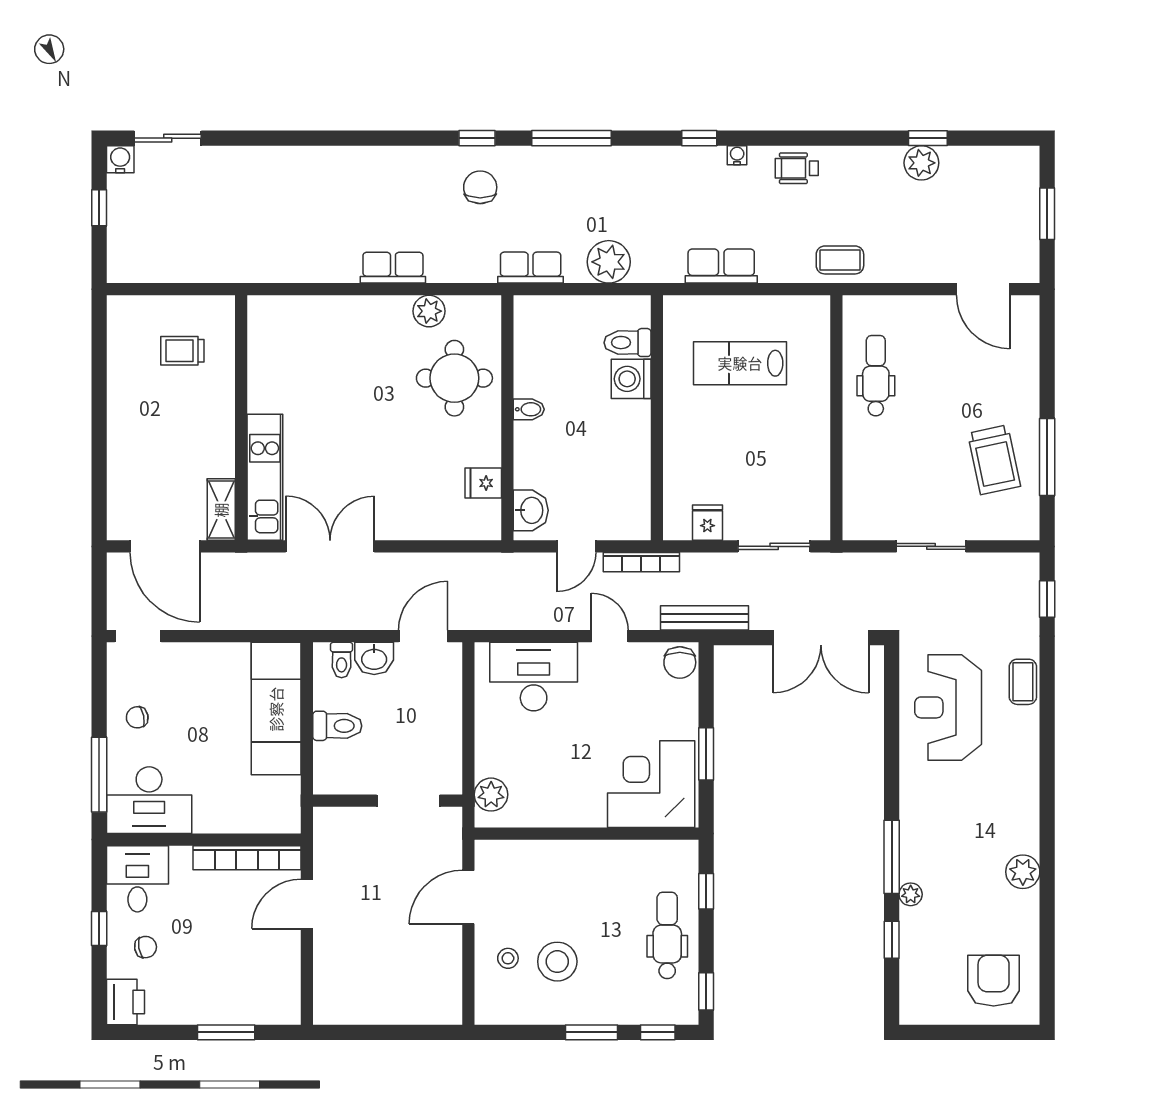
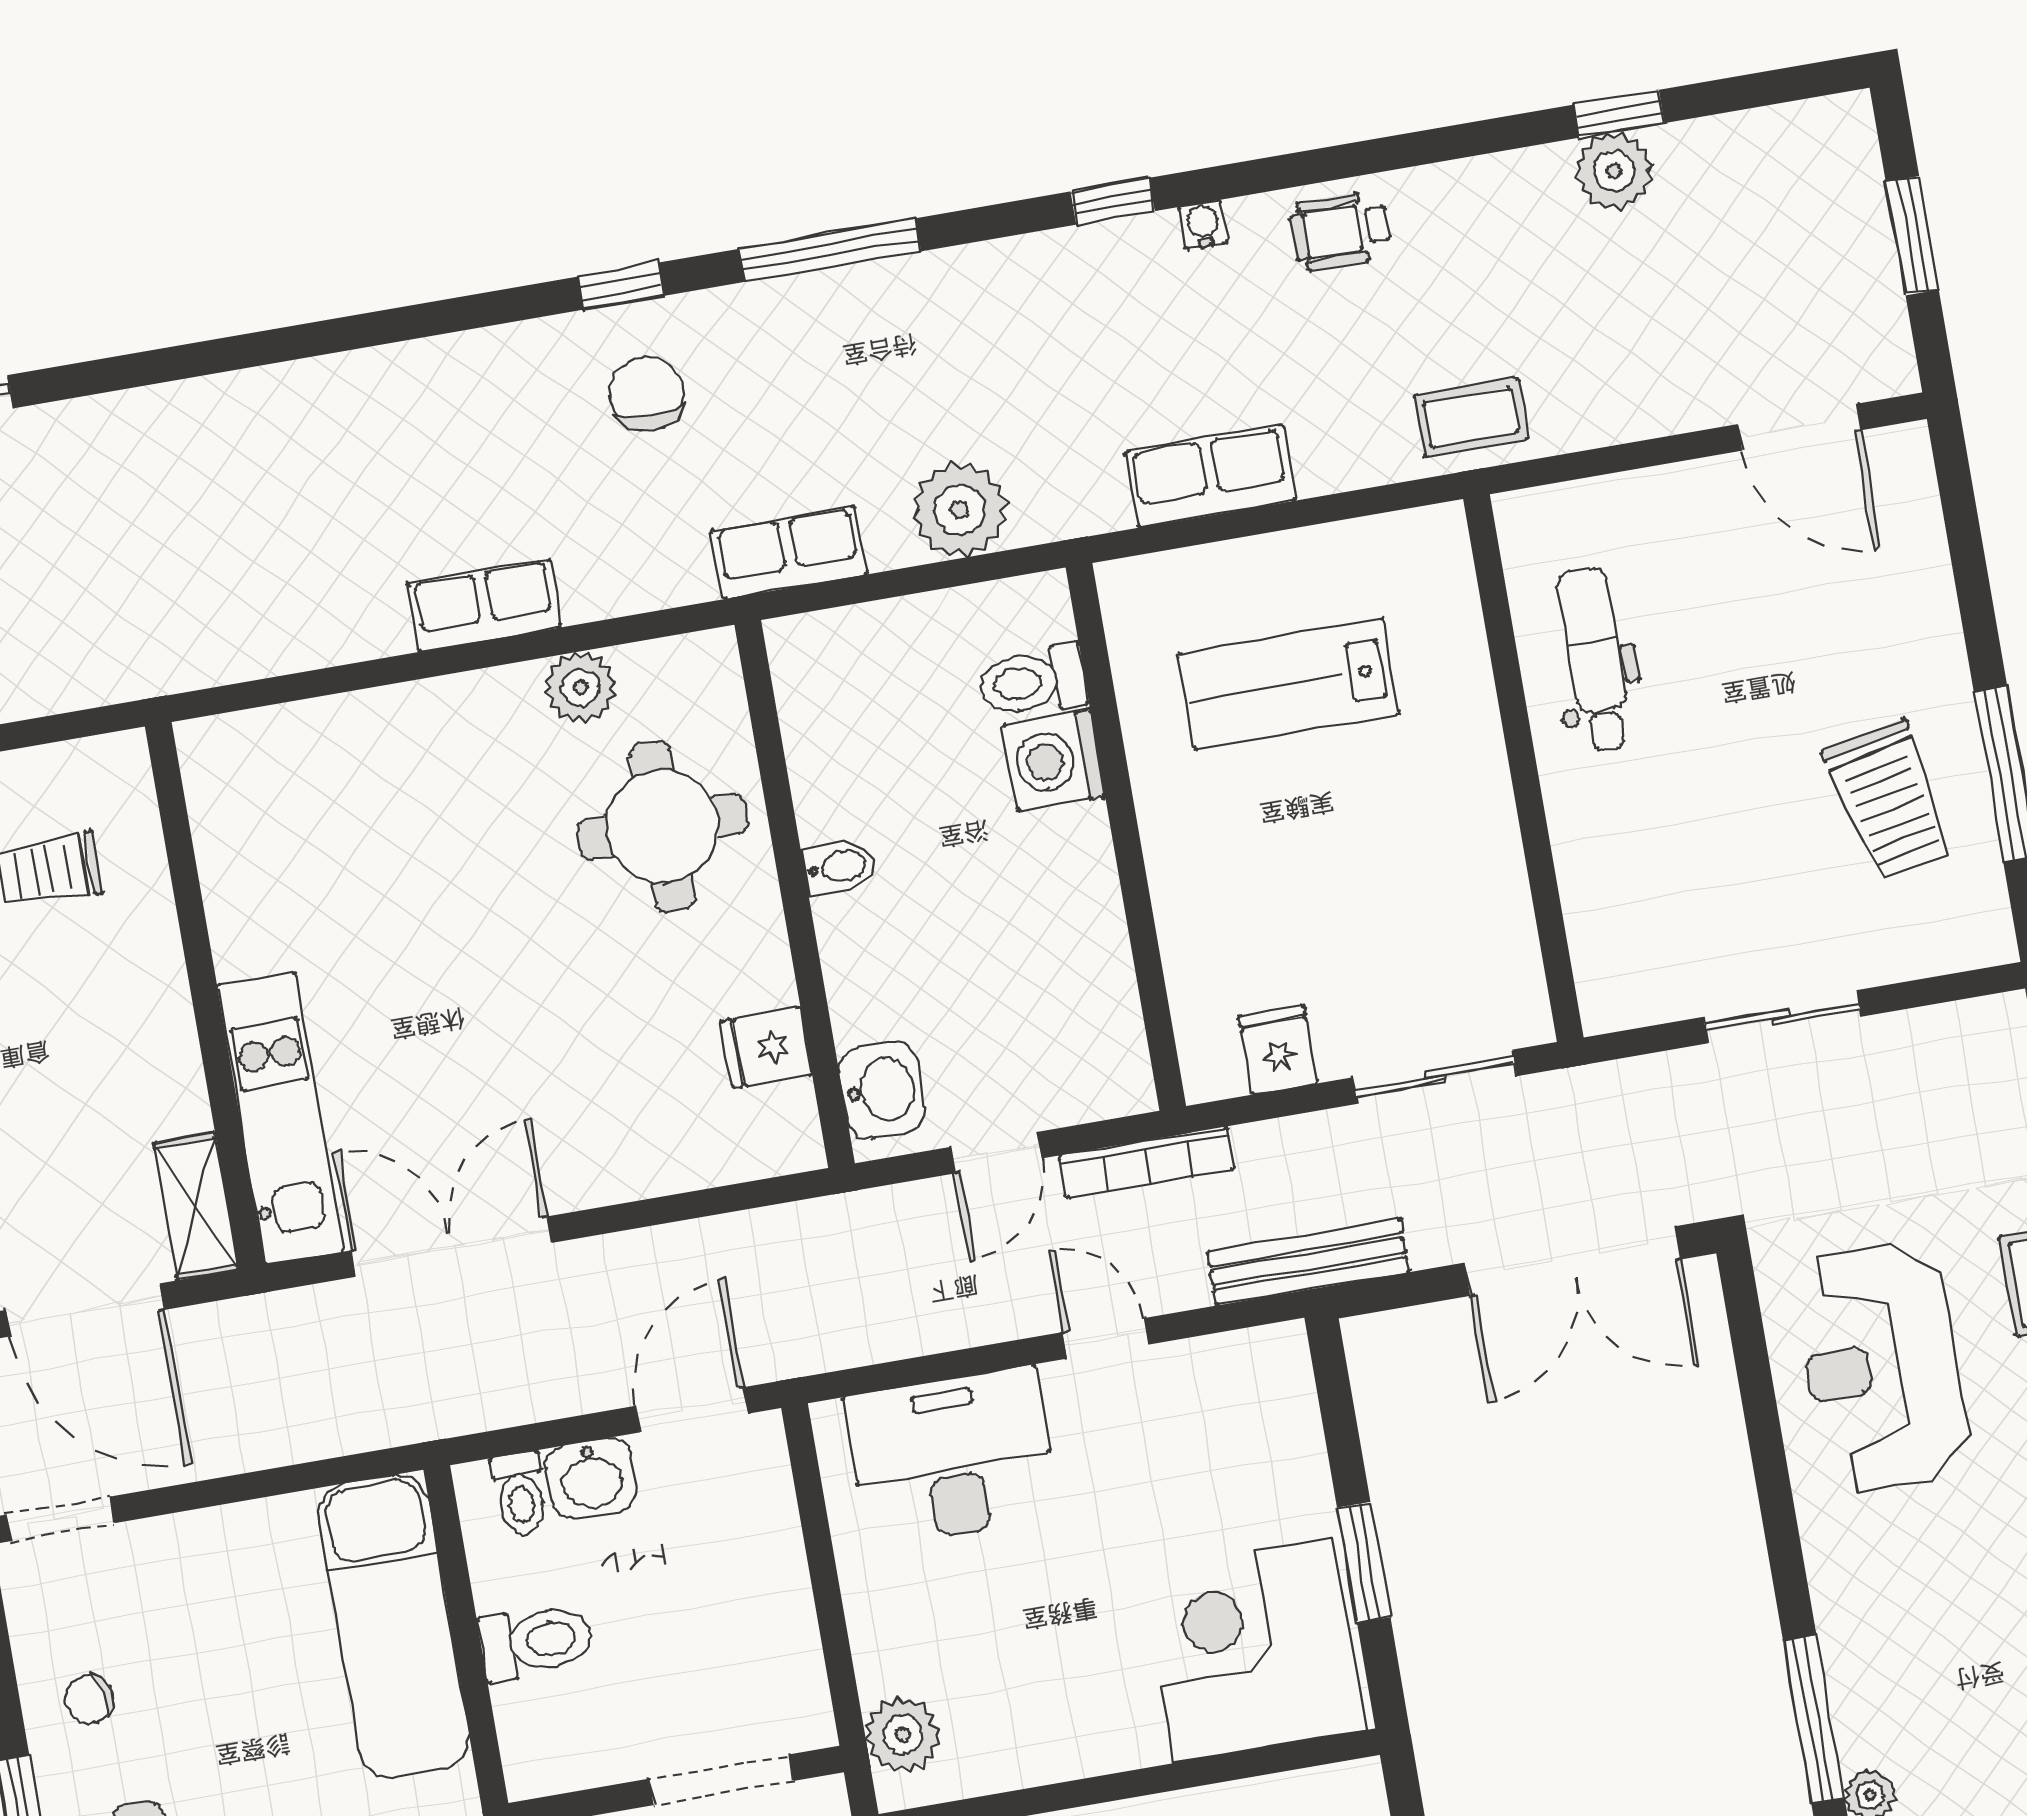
chair: (680, 662) -> (1270, 1370), removed

